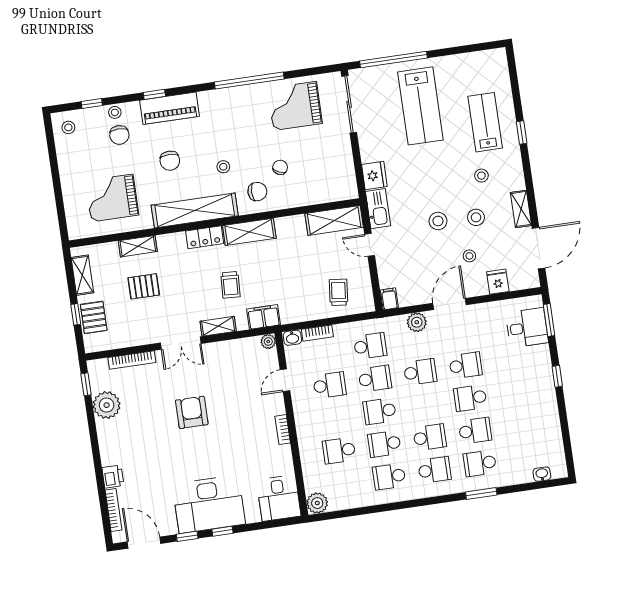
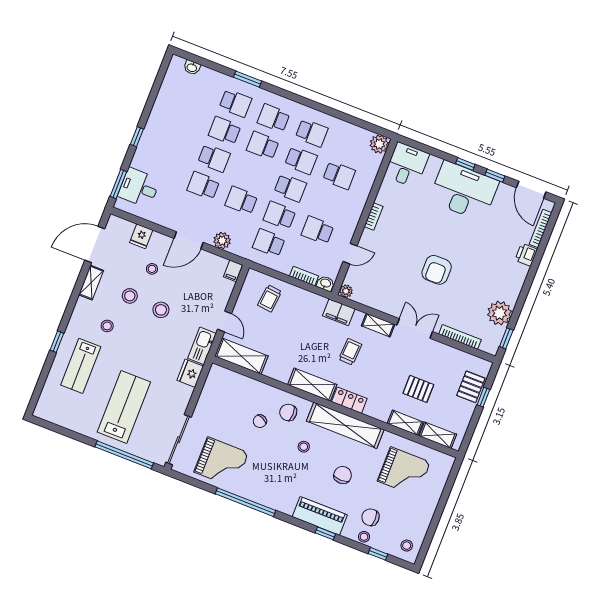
chair: (119, 135) -> (370, 517), turned -90
shelving: (82, 275) -> (438, 435), moved, turned 90

